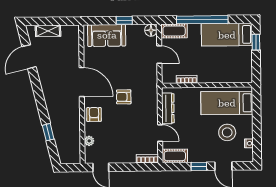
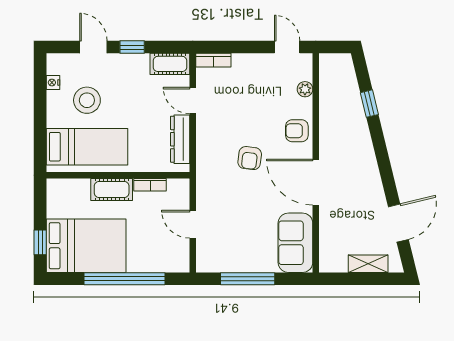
window: (124, 20) -> (248, 279), width x2.17
floor lamp: (151, 30) -> (206, 263), removed
cot: (174, 31) -> (112, 189), moved
sofa: (107, 35) -> (295, 243), moved, turned -90
bed: (227, 35) -> (86, 246), width x1.50
armchair: (124, 97) -> (250, 158), turned 97
armchair: (94, 114) -> (297, 131), turned 90

